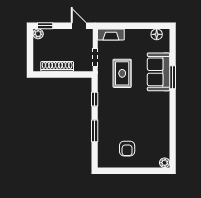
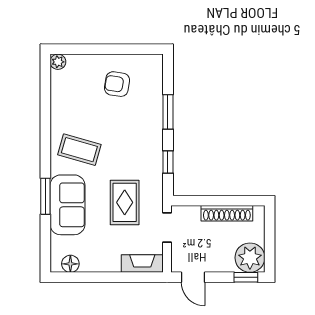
plant: (38, 34) -> (250, 258), width x1.88, depth x1.88
coffee table: (151, 107) -> (79, 150), added
armchair: (127, 149) -> (117, 84), turned -81

